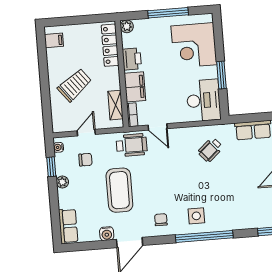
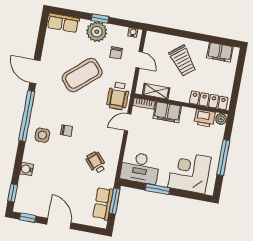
filing cabinet: (54, 40) -> (220, 52), width x2.00
printer: (132, 59) -> (205, 118), moved
window: (247, 118) -> (115, 201), added
window: (51, 167) -> (100, 19), moved
plant: (62, 182) -> (97, 32), width x1.88, depth x1.88
coffee table: (119, 190) -> (82, 75), turned -41
chair: (161, 220) -> (67, 131), moved
water cooler: (107, 234) -> (27, 169), moved
window: (204, 236) -> (27, 116), moved

